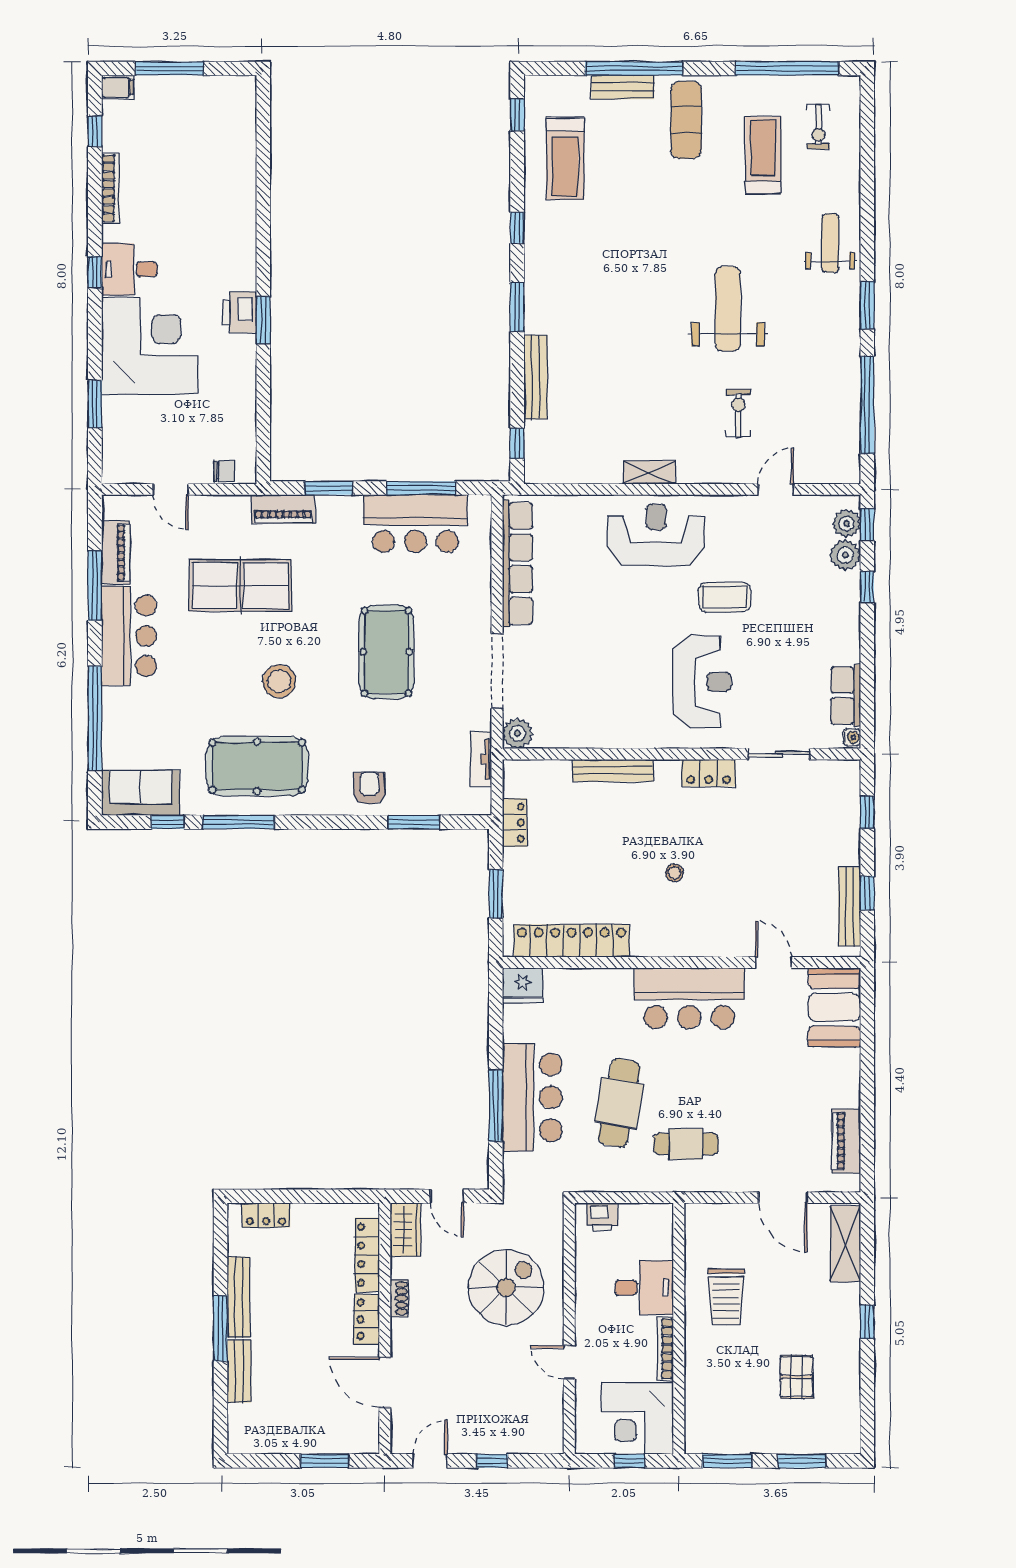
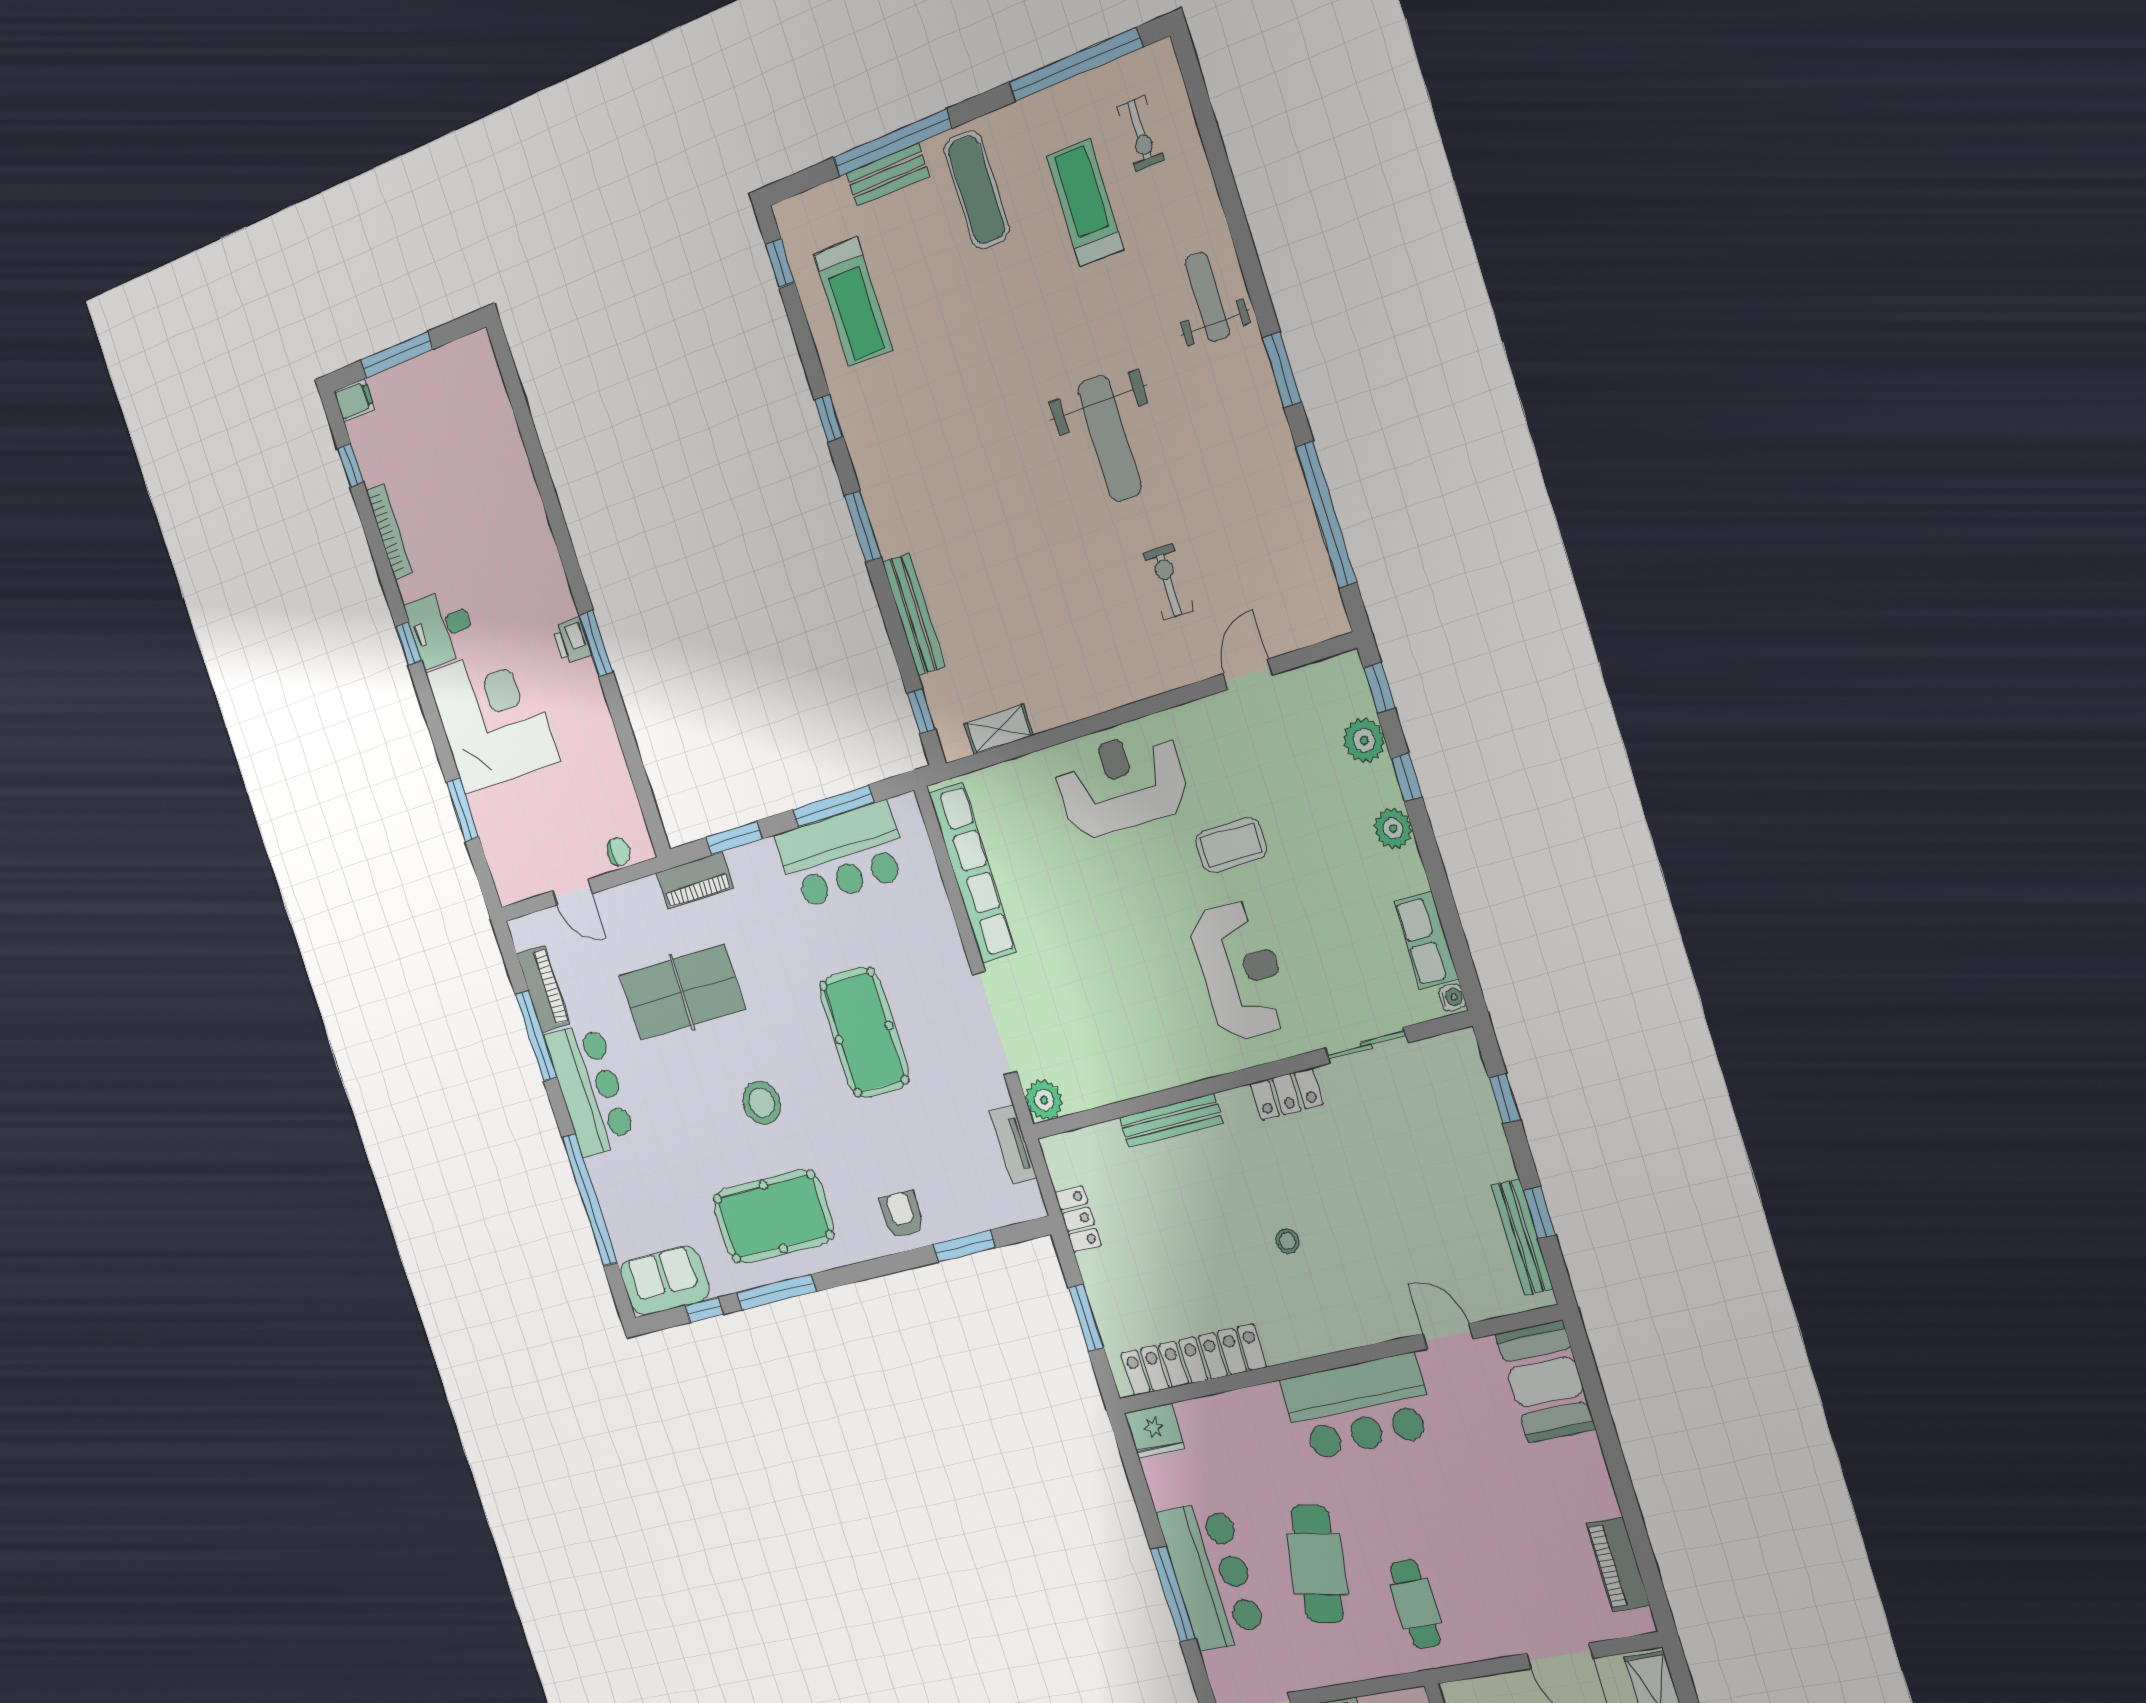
weight bench: (728, 309) -> (1110, 439), turned 180
printer: (240, 312) -> (572, 641), width x0.73, depth x0.81
shelving: (649, 473) -> (999, 729), moved
plant: (847, 523) -> (1393, 829), moved
cafe table: (686, 1144) -> (1415, 1604), turned 90

